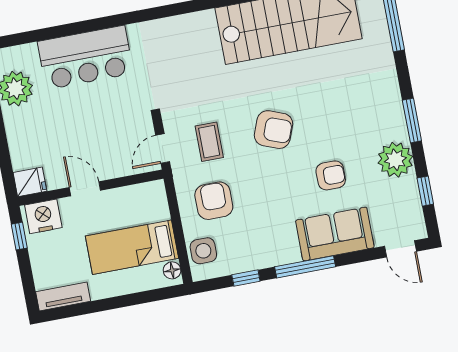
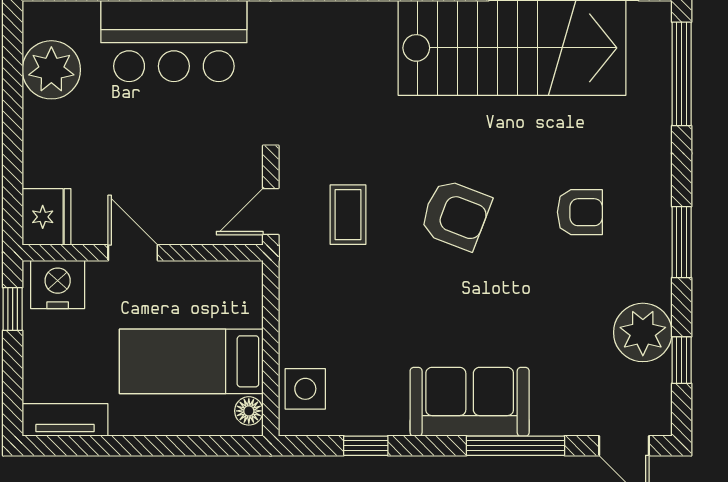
plant: (395, 160) -> (643, 332), moved
armchair: (331, 175) -> (580, 212), moved
fridge: (30, 182) -> (47, 217), width x1.38
armchair: (214, 201) -> (337, 311), removed
sofa: (335, 234) -> (470, 402), moved
window: (305, 267) -> (515, 446), moved

